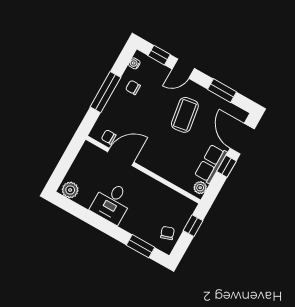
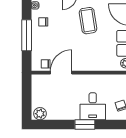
desk: (112, 202) -> (93, 106), moved
window: (141, 246) -> (85, 125), moved

